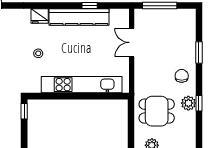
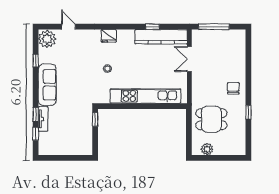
kitchen counter: (79, 17) -> (161, 37), moved
window: (199, 53) -> (248, 68), removed
plant: (188, 103) -> (239, 112), removed

